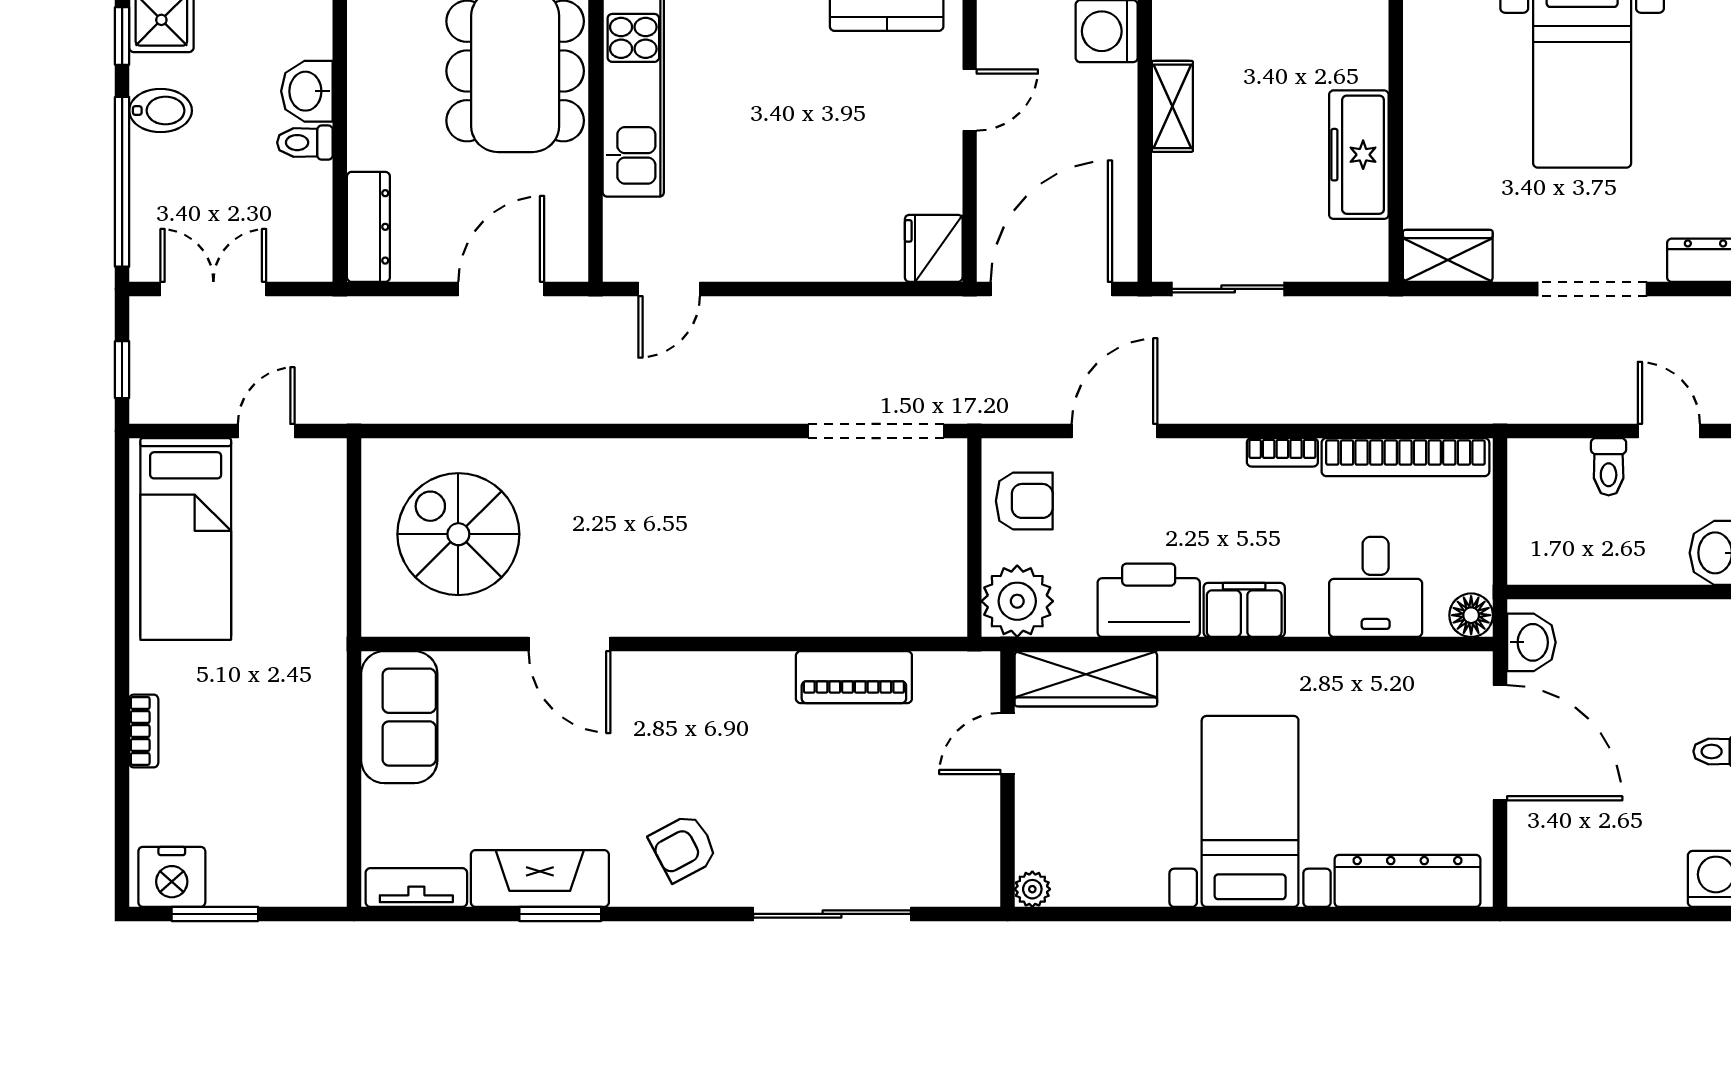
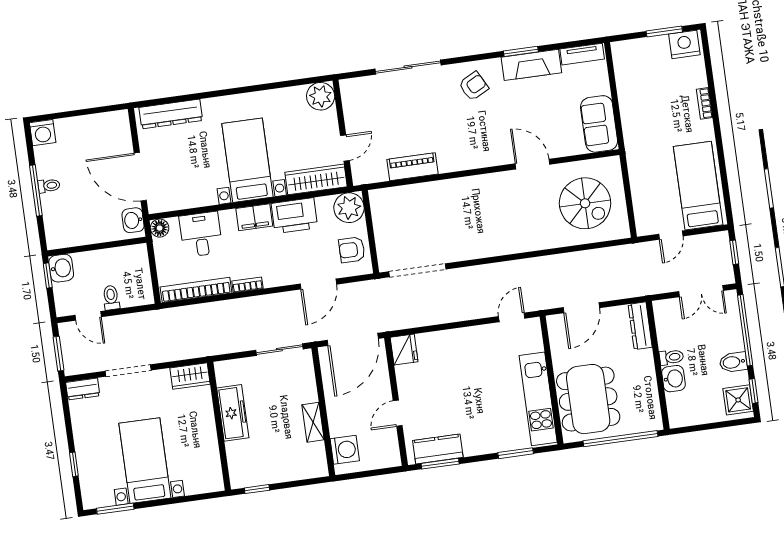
bed with nightstands: (1250, 811) -> (247, 160), moved, turned 180
plant: (1032, 889) -> (321, 96), width x1.87, depth x1.87

